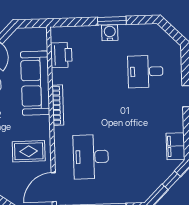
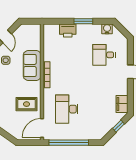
water cooler: (110, 33) -> (107, 29), moved
printer: (61, 55) -> (68, 30), moved, turned 90
sofa: (35, 83) -> (32, 65), width x0.73

